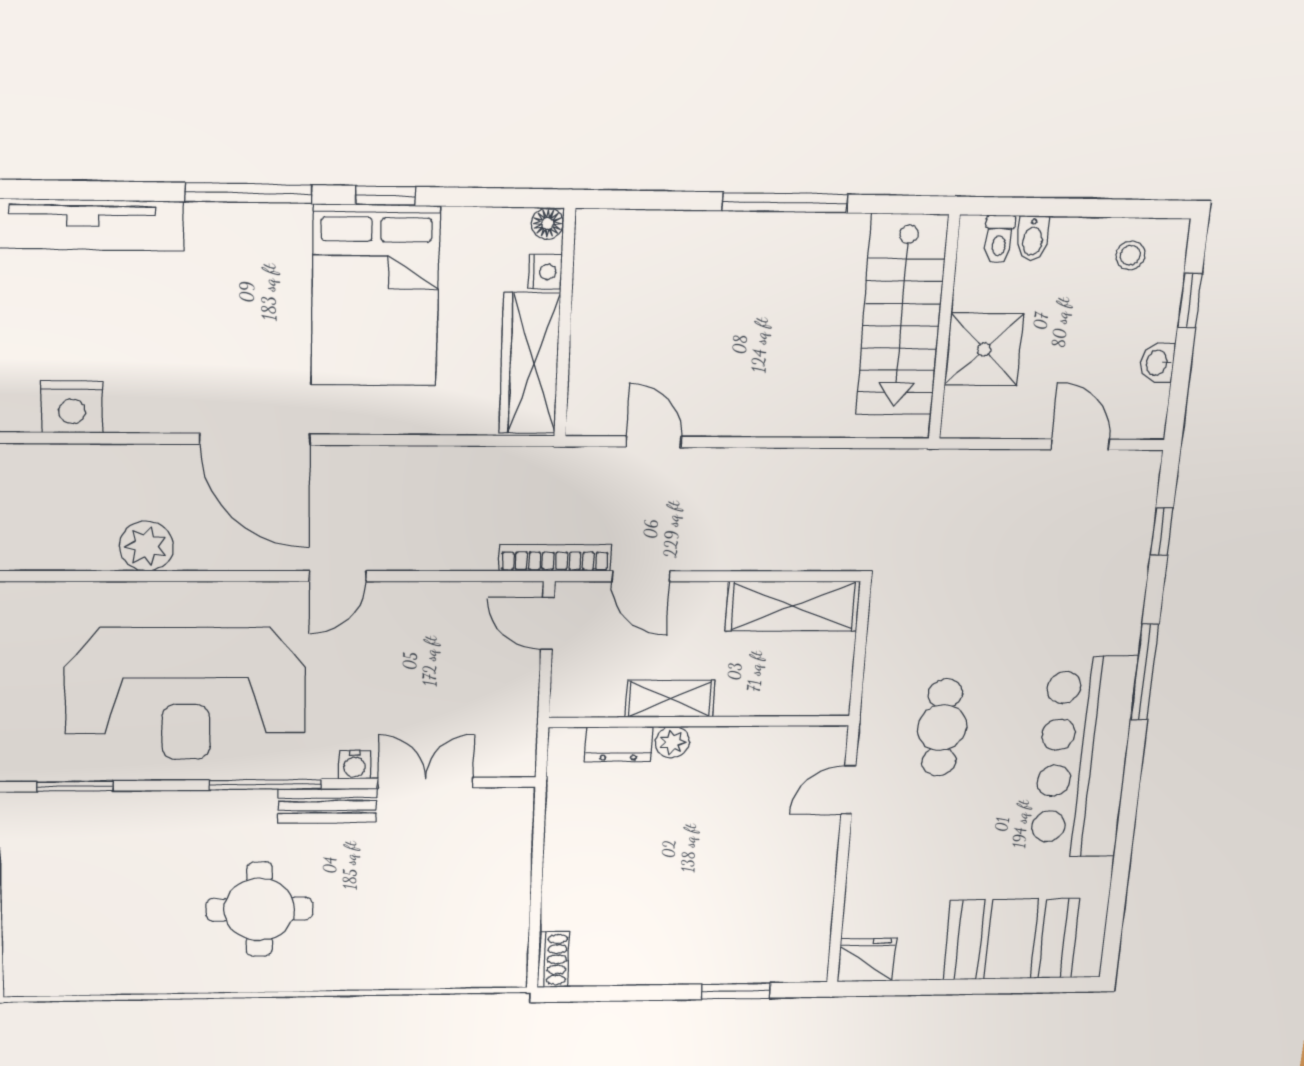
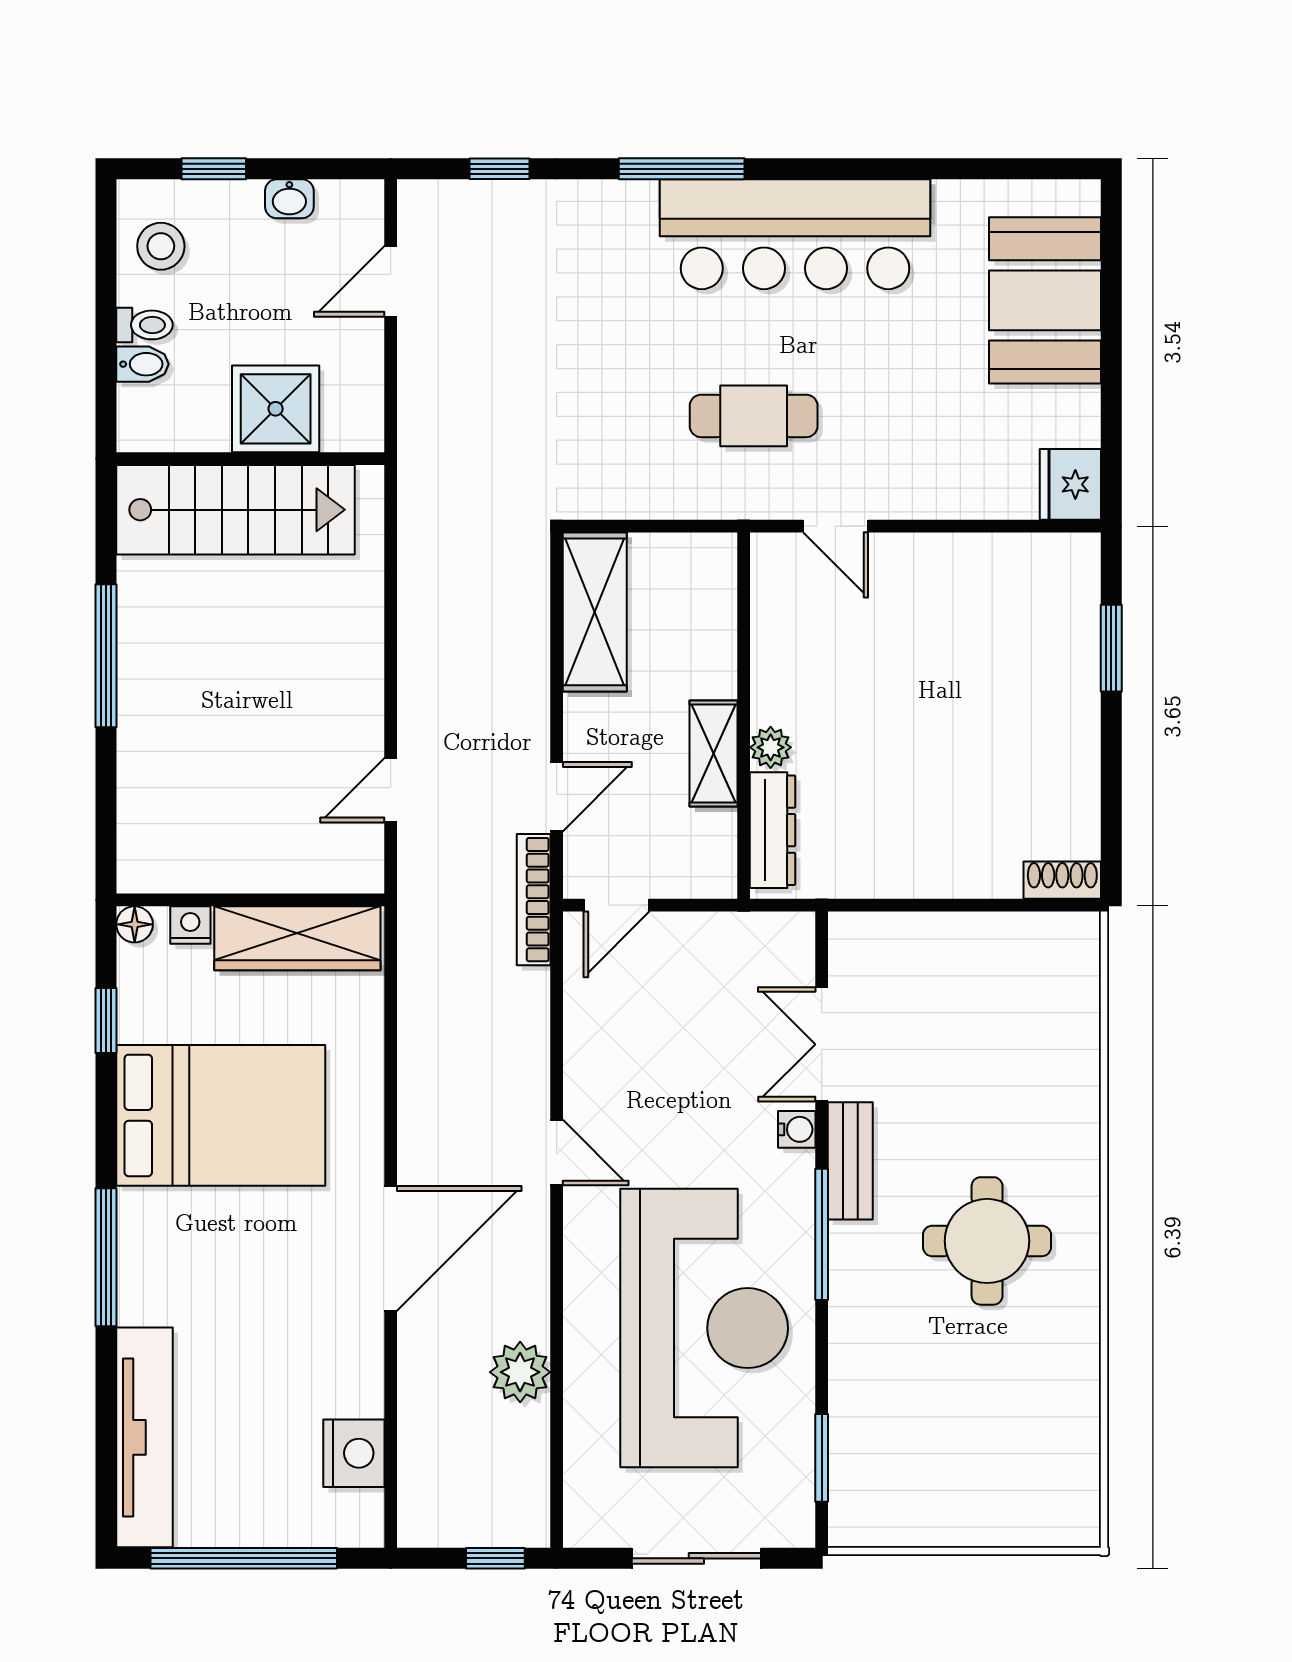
window: (386, 196) -> (106, 1021), moved
toilet: (999, 239) -> (145, 325), moved
stool: (1130, 255) -> (161, 246), width x1.37, depth x1.37
dresser: (619, 744) -> (773, 830), width x1.44

